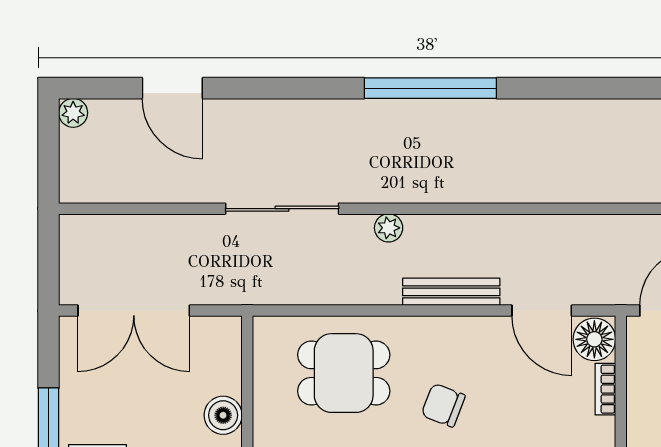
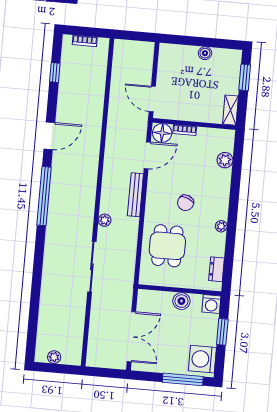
door: (172, 88) -> (49, 136), moved
plant: (73, 113) -> (54, 357), moved

